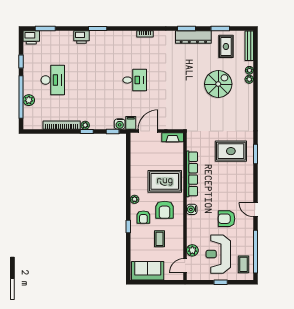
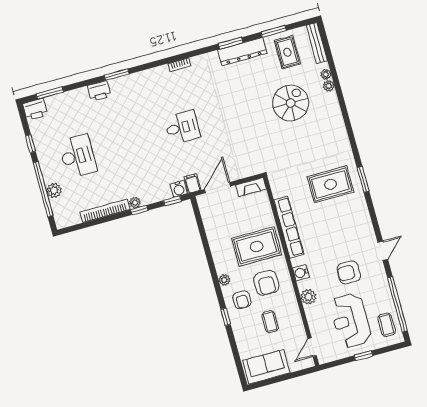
door: (256, 210) -> (383, 251), swing flipped
plant: (192, 250) -> (308, 297), moved

